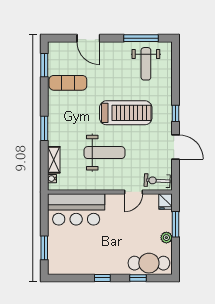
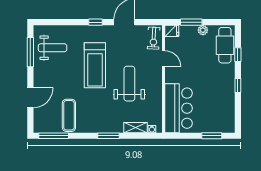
window: (44, 65) -> (54, 136), width x1.44
treadmill: (126, 113) -> (95, 65), turned 180

